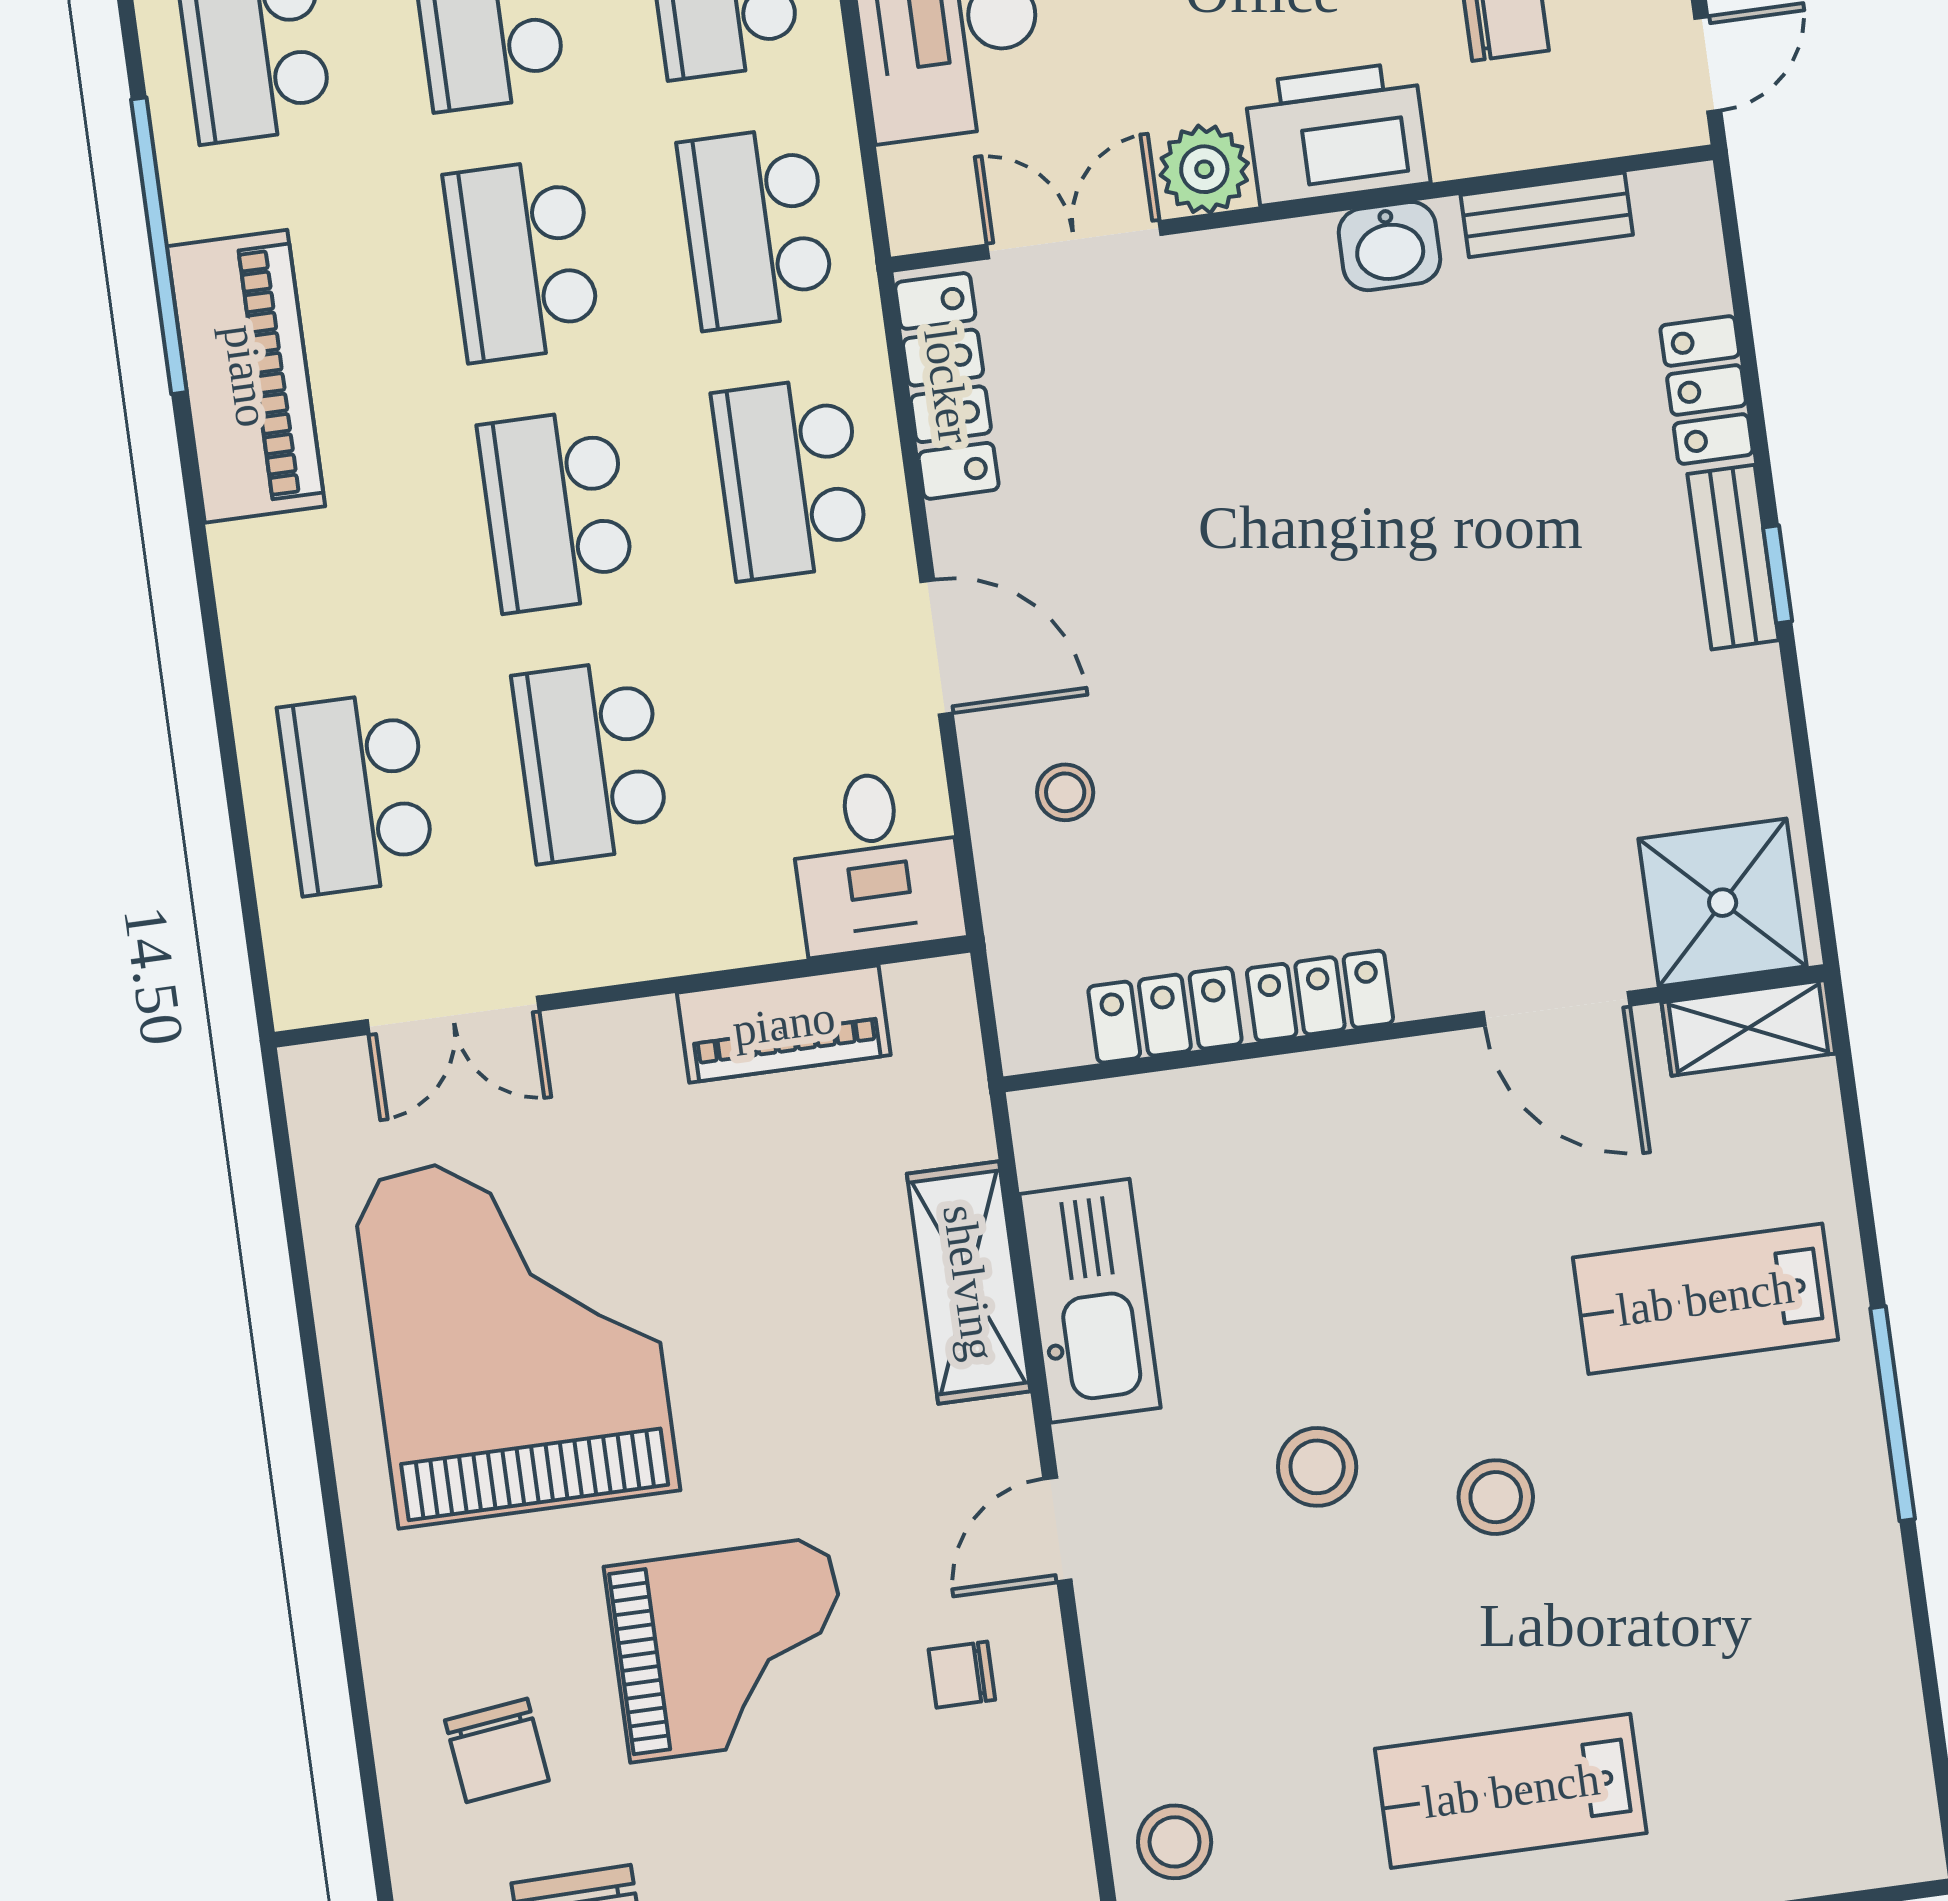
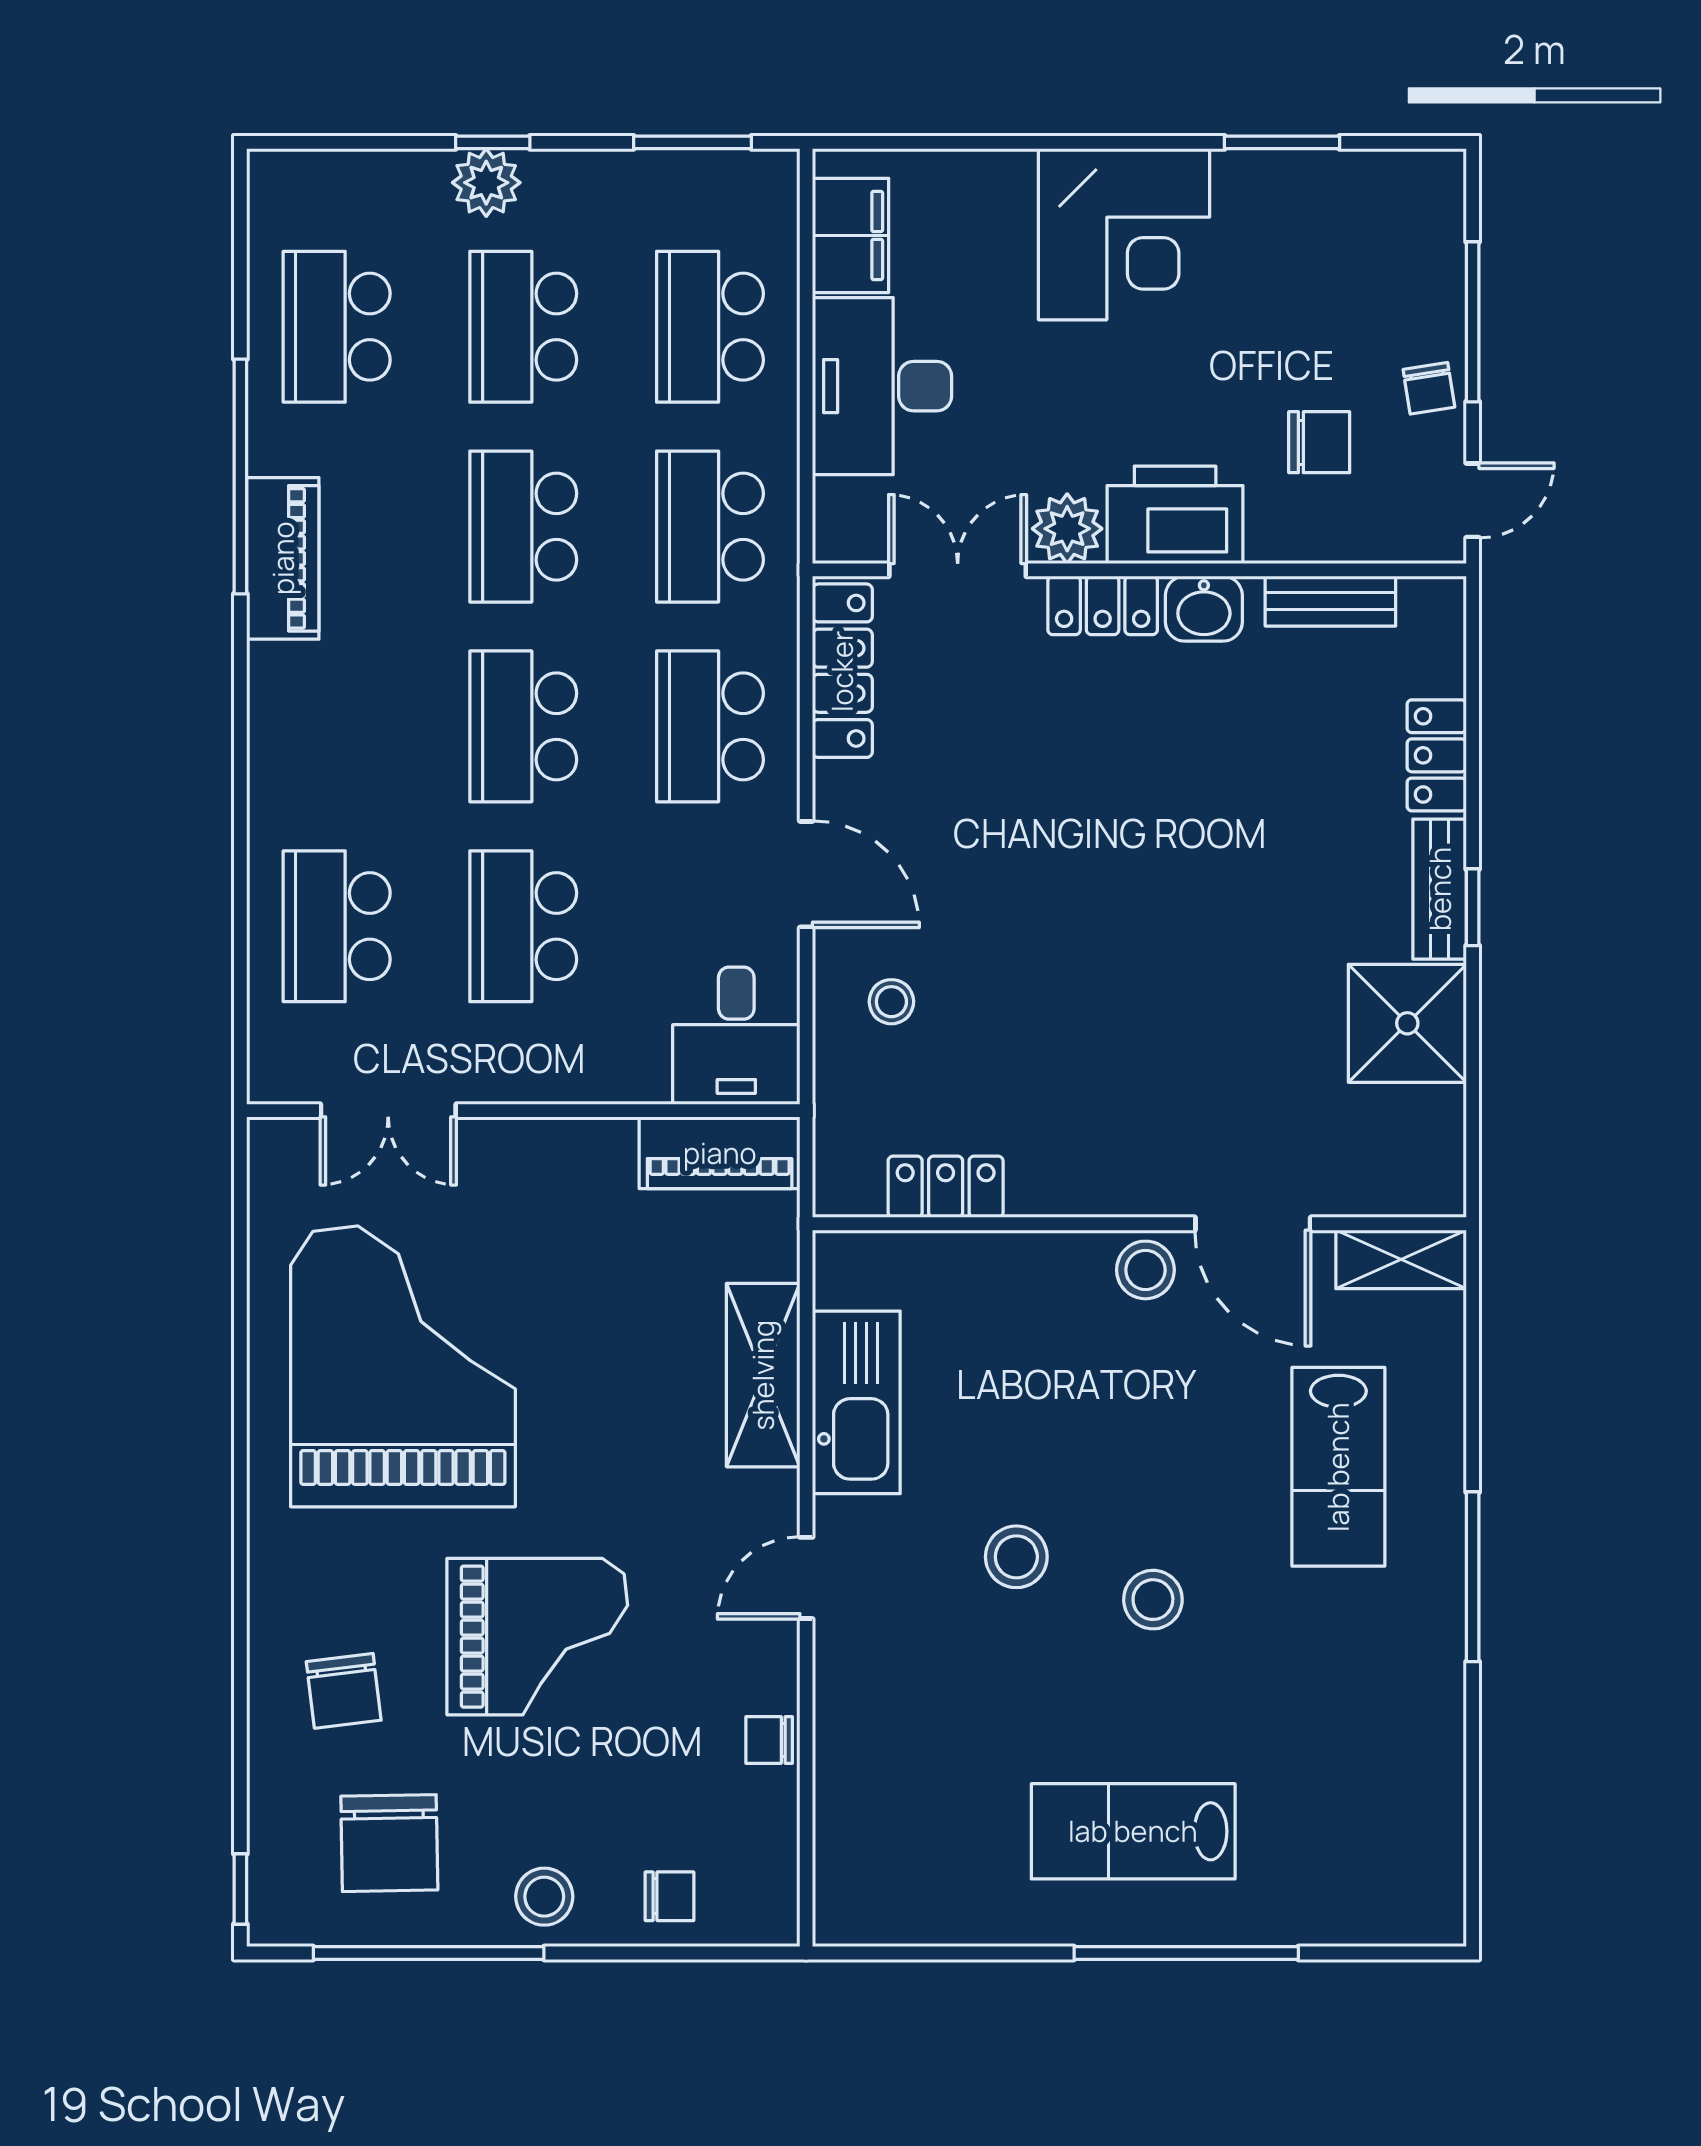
piano: (246, 376) -> (283, 558), width x0.73, depth x0.75
shower: (1723, 903) -> (1407, 1023), moved
locker: (1320, 996) -> (1103, 605), moved, turned 180
piano: (784, 1024) -> (720, 1153), moved
lab bench: (1705, 1299) -> (1338, 1467), turned -90
chair: (962, 1675) -> (769, 1740), moved
stool: (1175, 1842) -> (1145, 1270), moved

